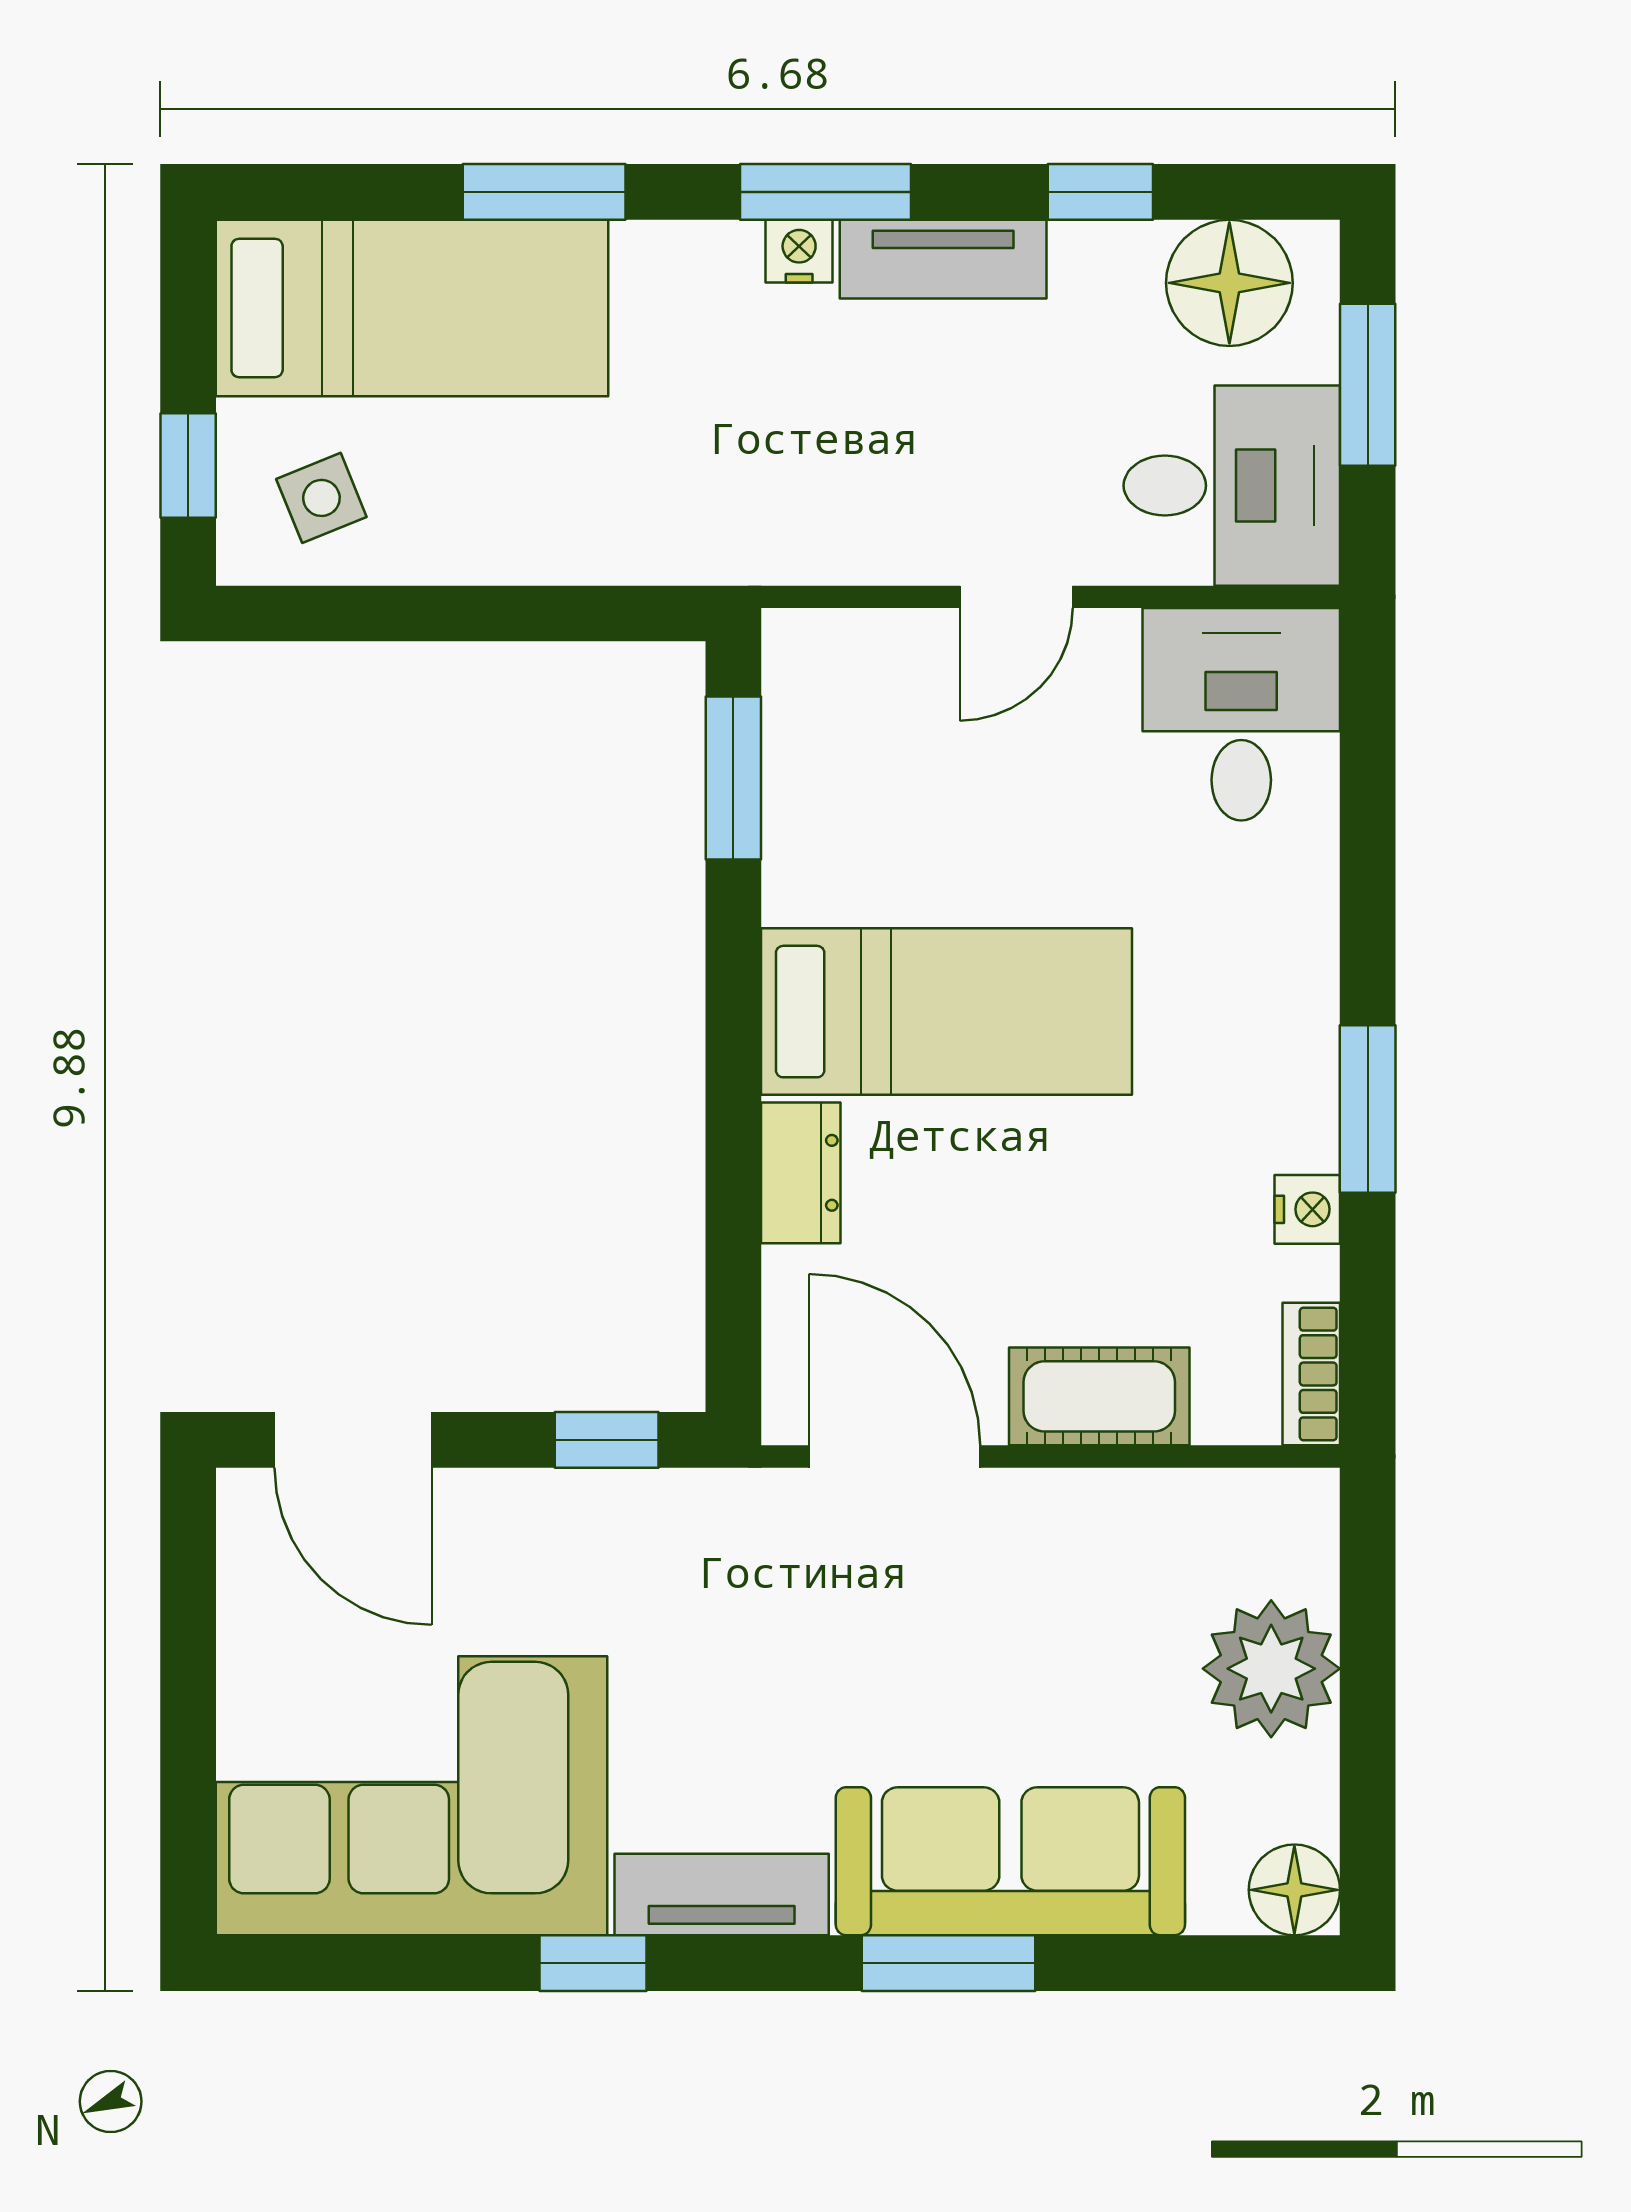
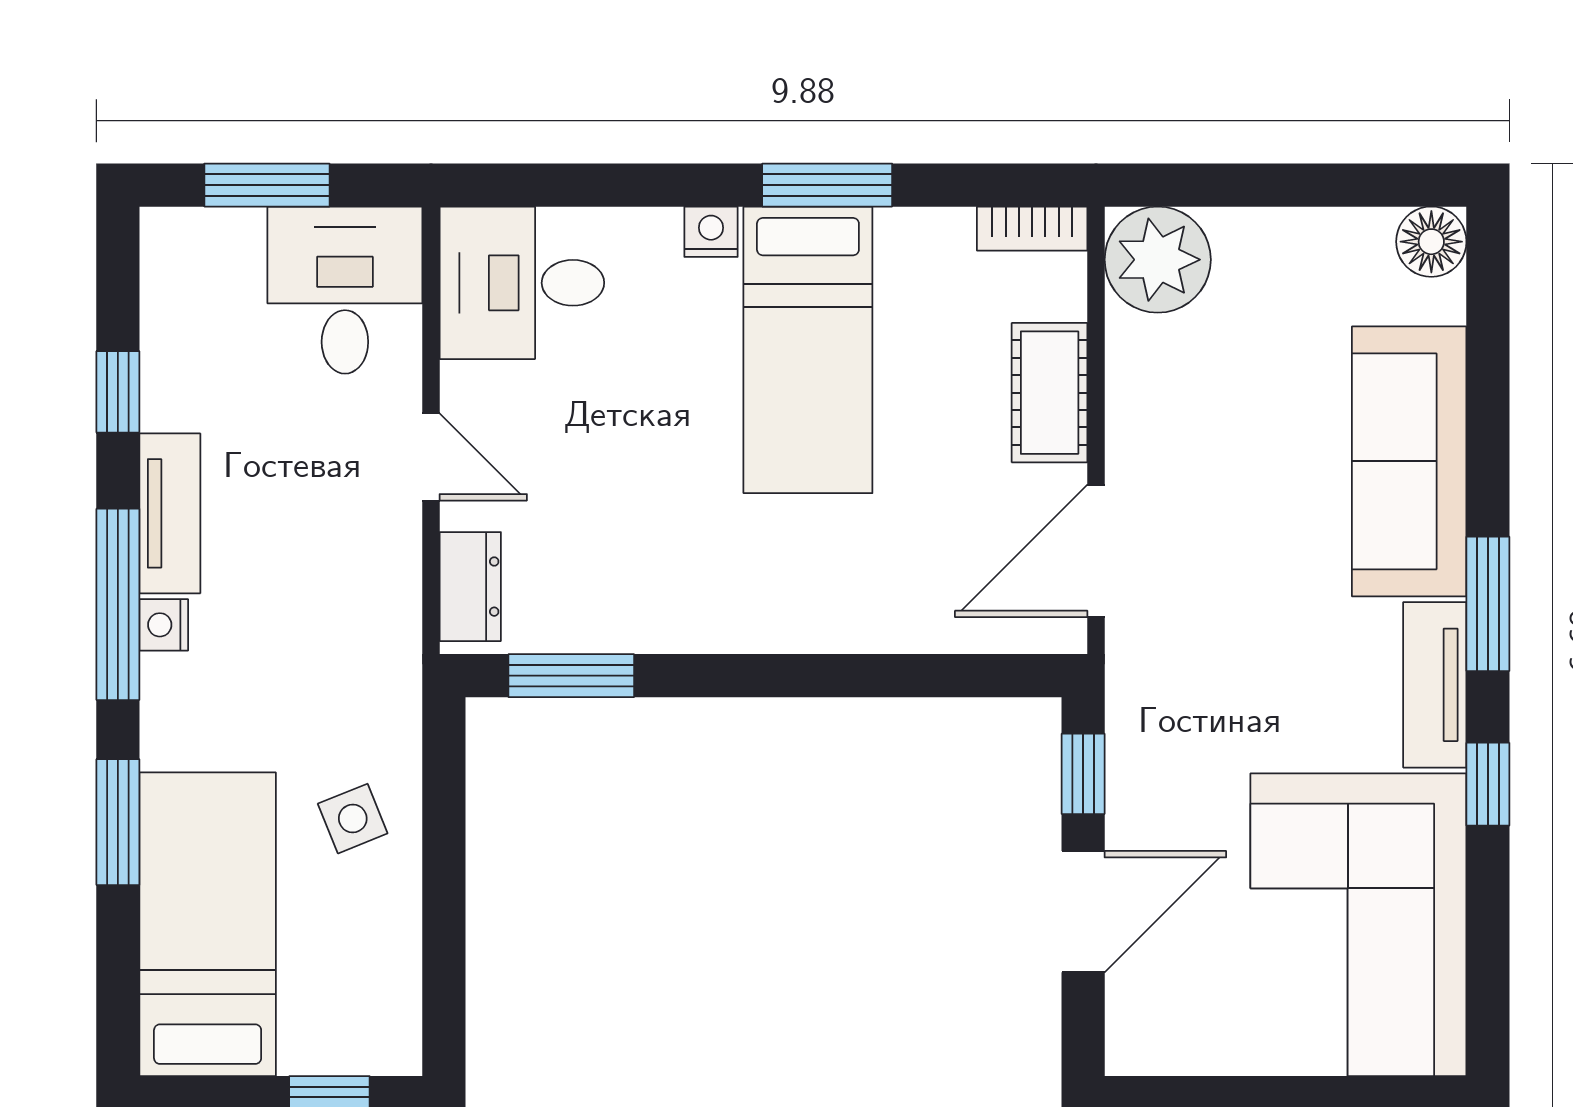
window: (825, 192) -> (118, 604), width x1.44
floor lamp: (1229, 283) -> (188, 292), removed
side table: (321, 498) -> (353, 819), moved
bed: (947, 1012) -> (808, 350), moved, turned 180
dresser: (801, 1173) -> (470, 587), moved, turned 90
nightstand: (1307, 1209) -> (711, 232), moved
door: (353, 1440) -> (1083, 912), moved
plant: (1271, 1669) -> (1158, 260), moved
window: (948, 1963) -> (1488, 604), moved

